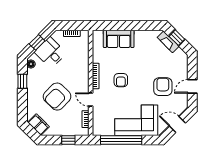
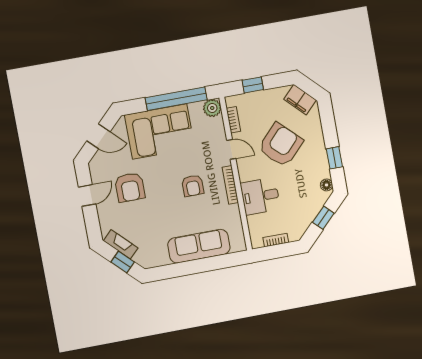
sofa: (119, 39) -> (199, 246), width x1.36
fireplace: (168, 42) -> (121, 244), moved
desk: (50, 53) -> (260, 196), moved, turned 135
armchair: (121, 80) -> (193, 186), turned 180
plant: (98, 129) -> (212, 108), added

